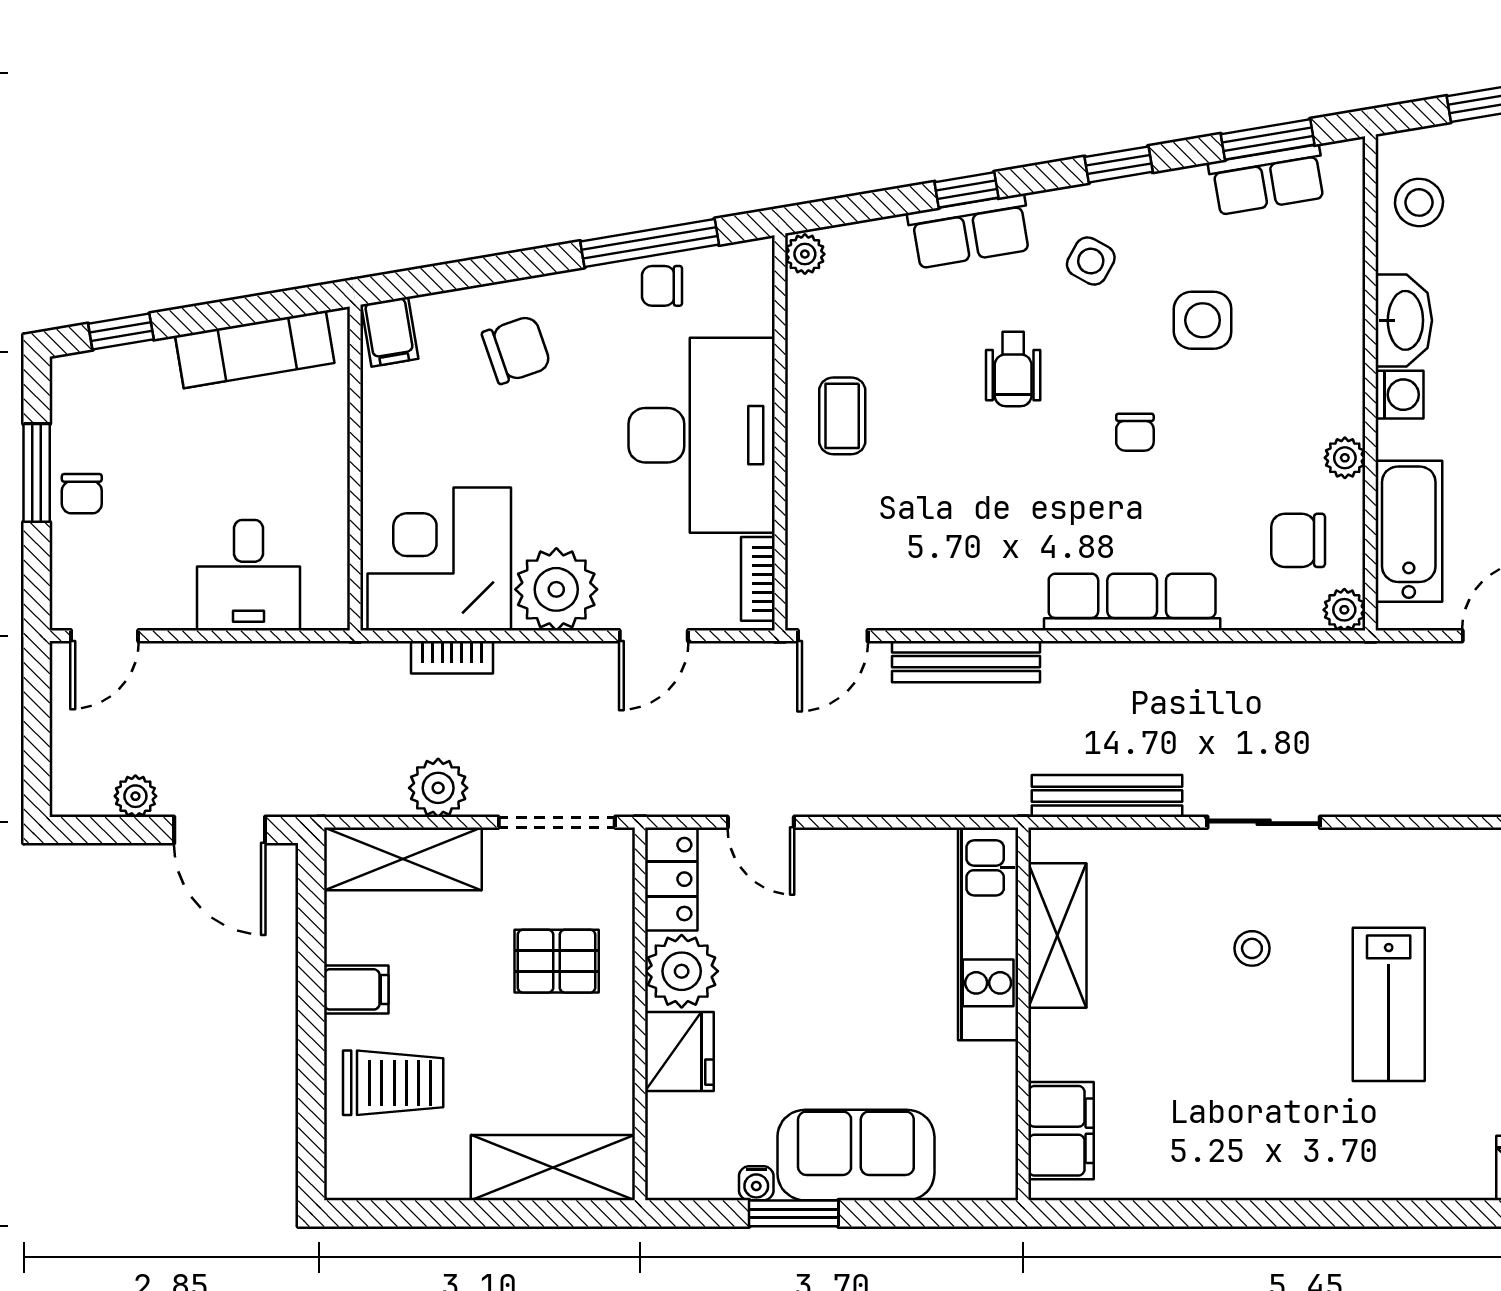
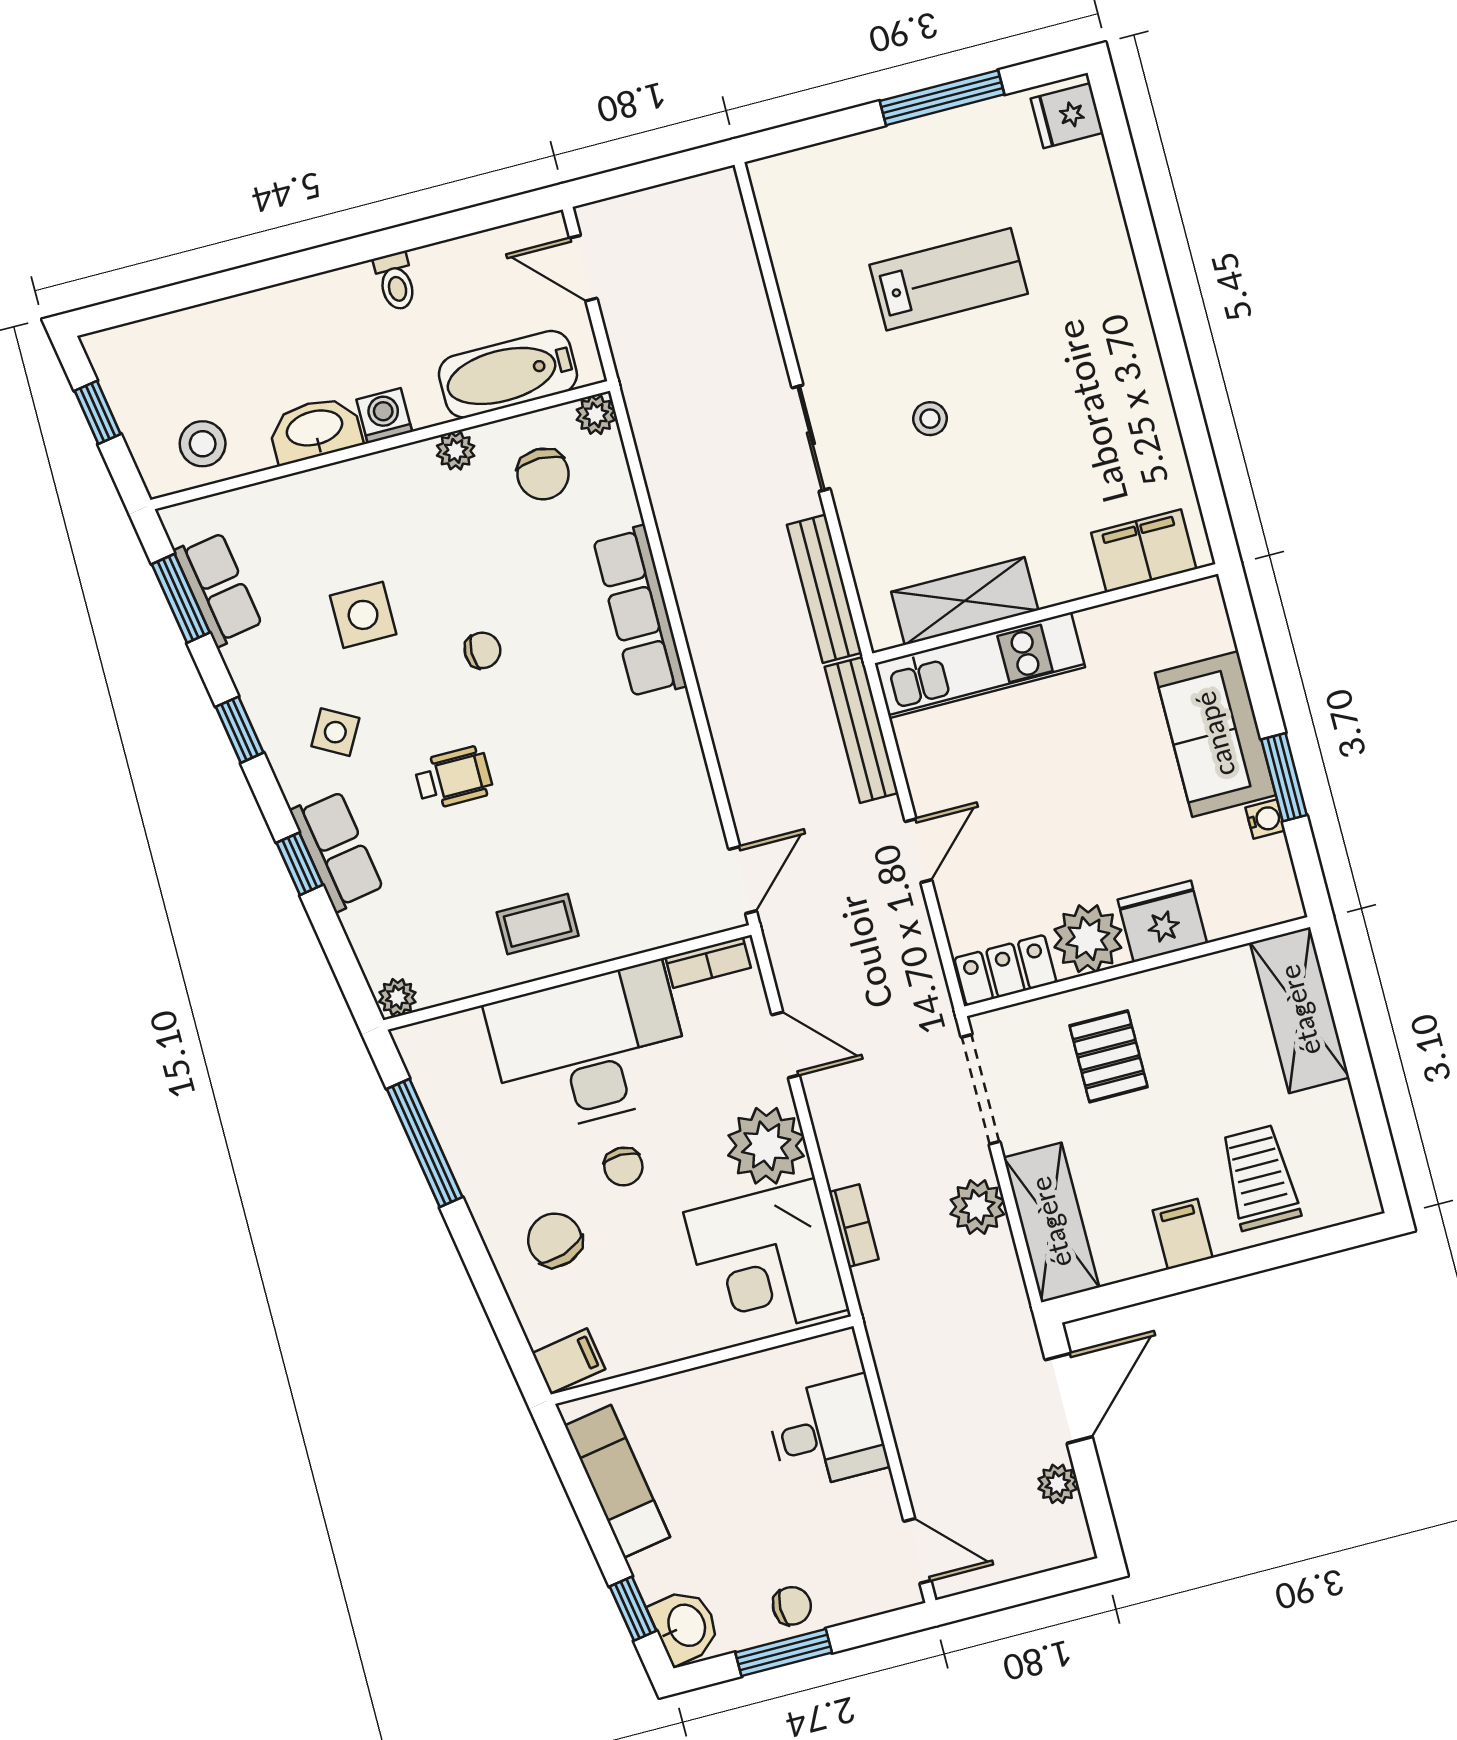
chair: (662, 286) -> (623, 1166), moved
washbasin: (90, 380) -> (685, 1626), added
door: (833, 636) -> (743, 880), hinge flipped
bench: (966, 662) -> (861, 730), moved
door: (761, 822) -> (918, 851), moved

